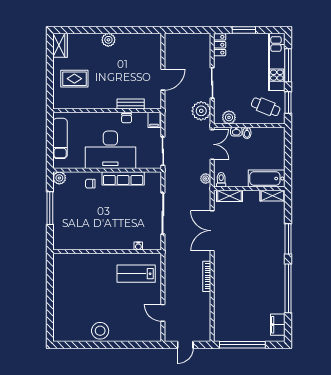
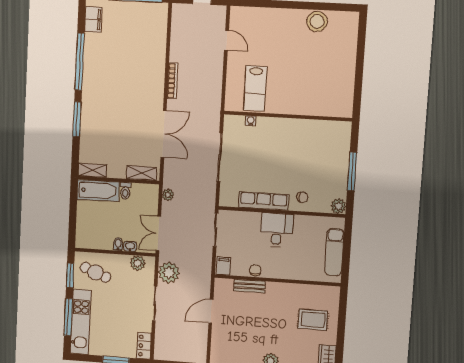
desk: (110, 150) -> (277, 230), width x0.53, depth x0.77
toilet: (221, 180) -> (125, 191), moved
lab bench: (136, 274) -> (255, 88), turned 90
stool: (100, 331) -> (317, 21), moved

